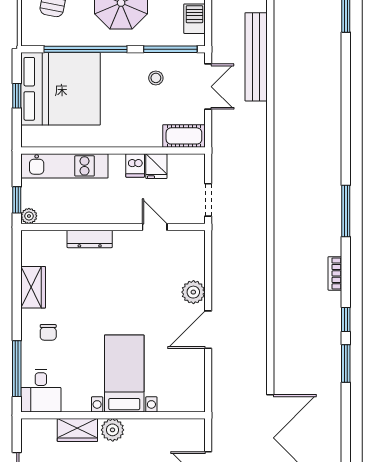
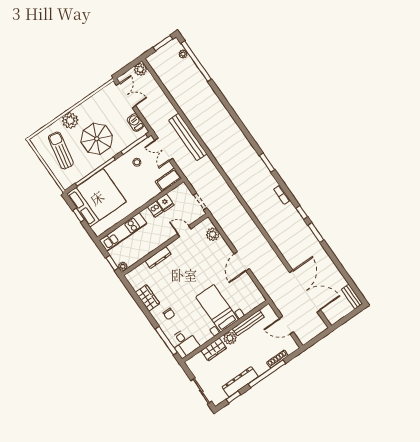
bench: (256, 57) -> (188, 137), moved
double door: (208, 87) -> (164, 149), swing flipped
window: (346, 211) -> (267, 163), width x0.69
plant: (193, 292) -> (213, 234), moved
bench: (155, 427) -> (248, 323), added

